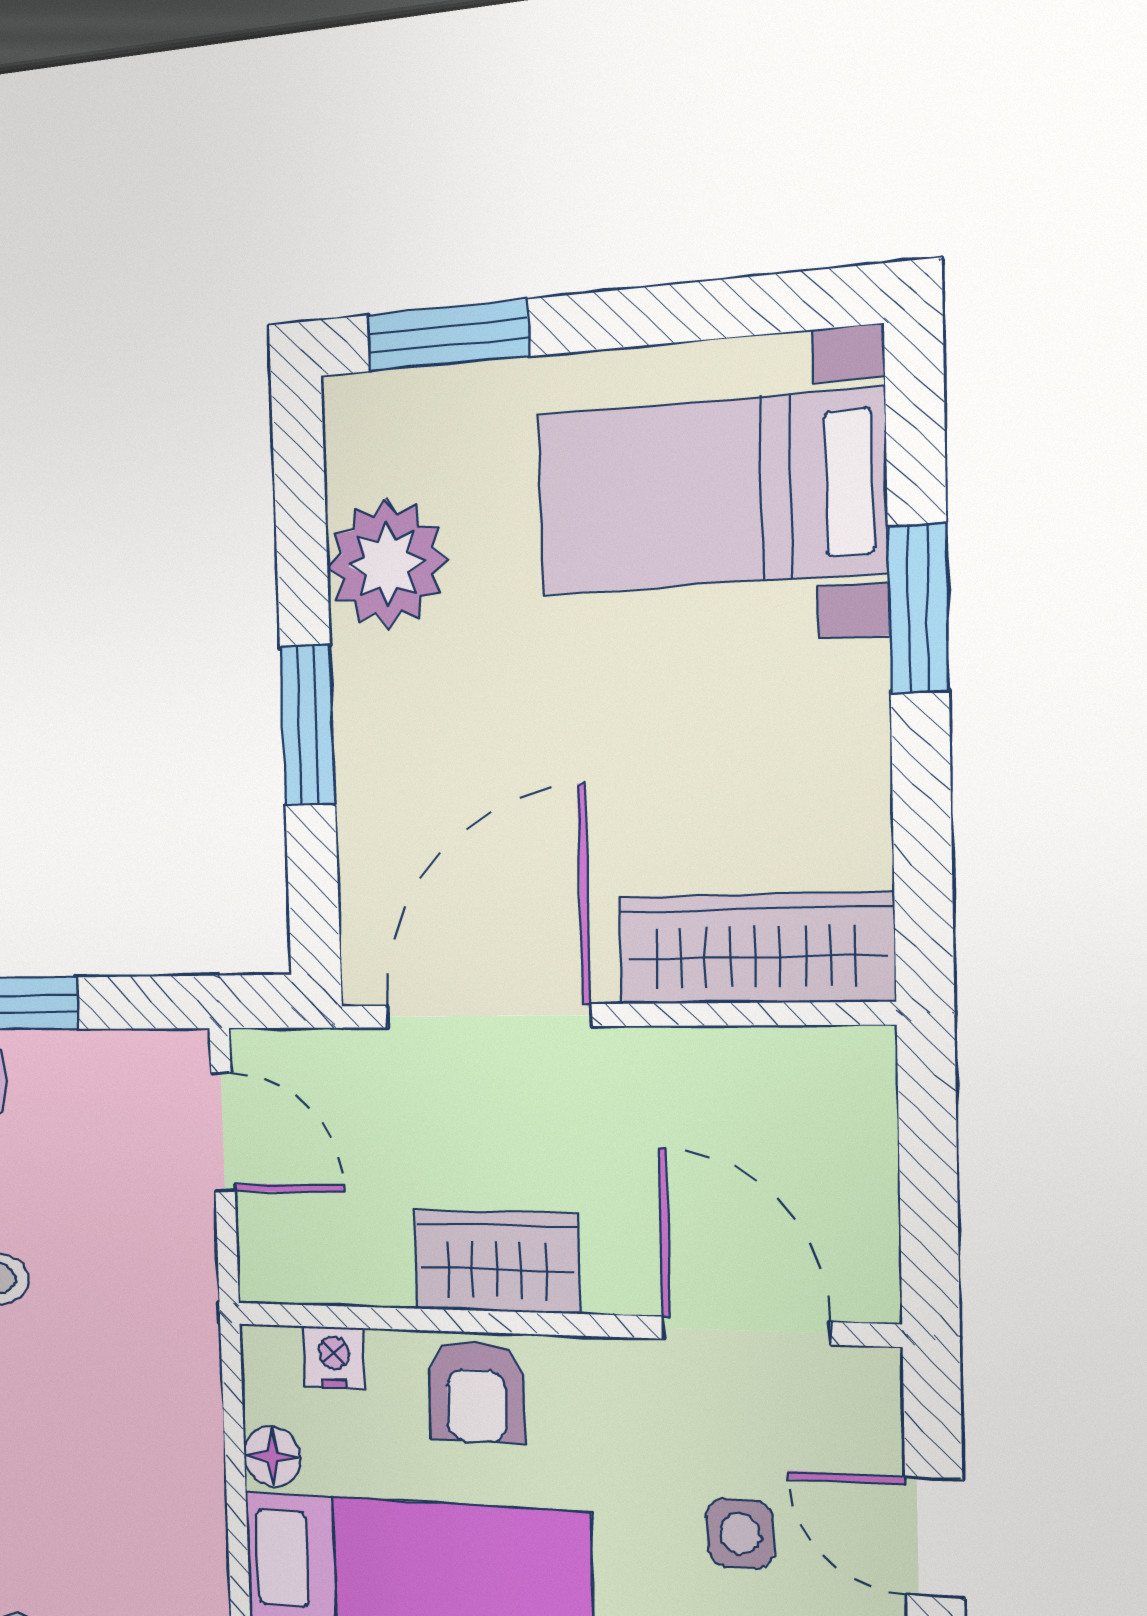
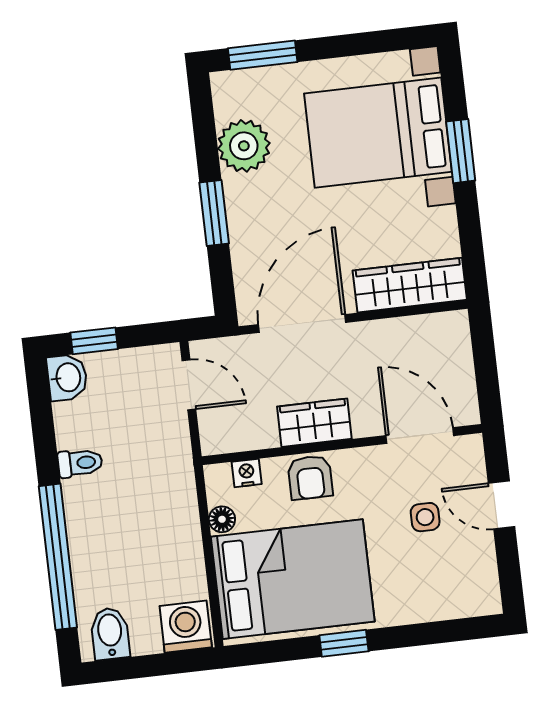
bed with nightstands: (710, 493) -> (378, 133), width x1.36

